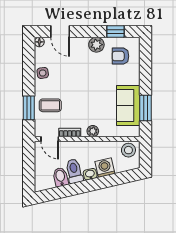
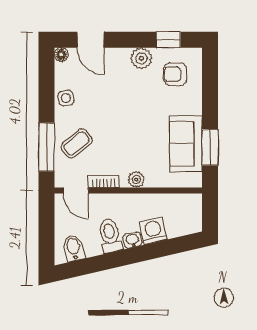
coffee table: (50, 105) -> (77, 143), turned -39
window: (29, 108) -> (46, 147), width x1.44
stool: (128, 150) -> (186, 206), removed
bidet: (60, 177) -> (73, 248), moved

